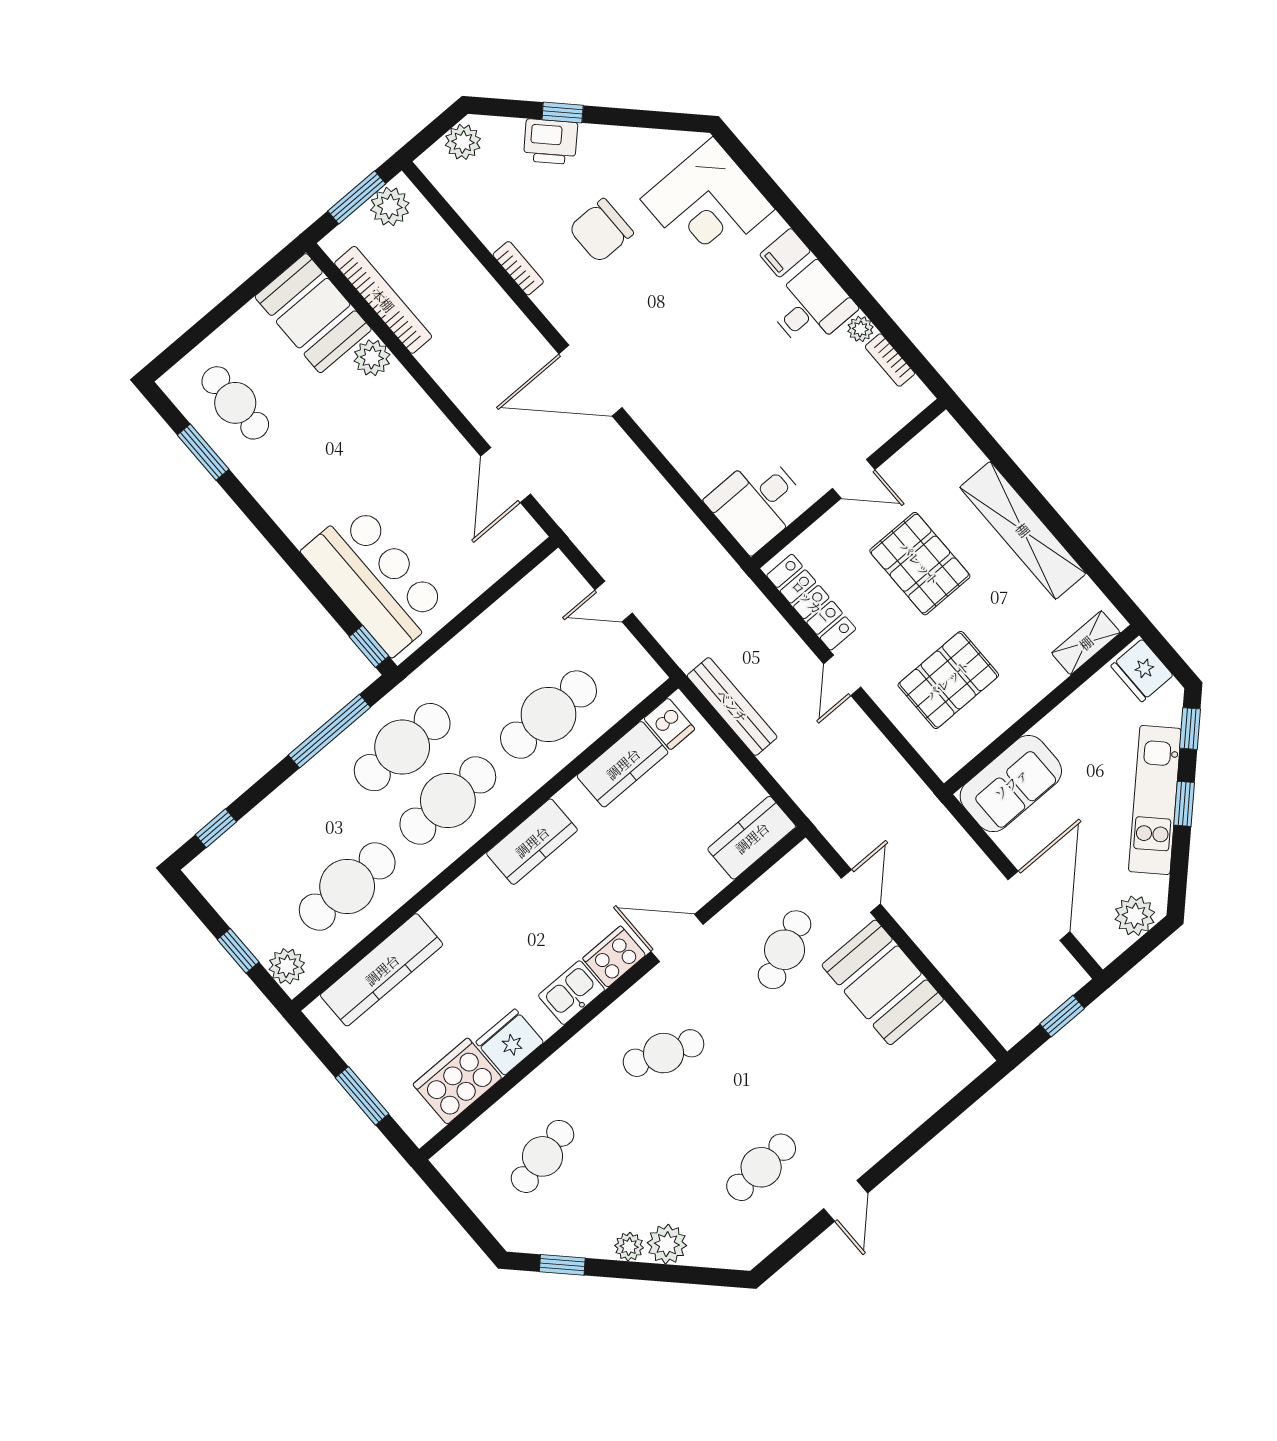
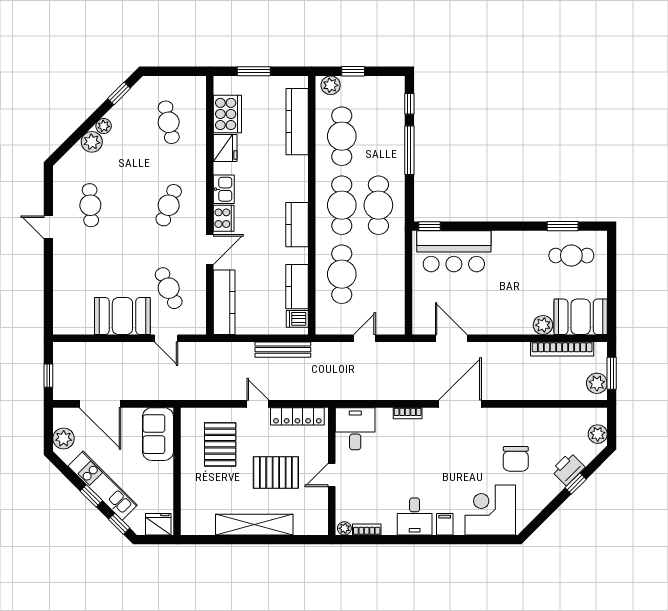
chair: (601, 231) -> (516, 459), turned 180
bookcase: (518, 268) -> (408, 413), moved
plant: (860, 329) -> (344, 528), moved
shelving: (1086, 643) -> (188, 511), removed
window: (329, 731) -> (409, 150), moved
kitchen counter: (752, 838) -> (224, 302), width x1.50

